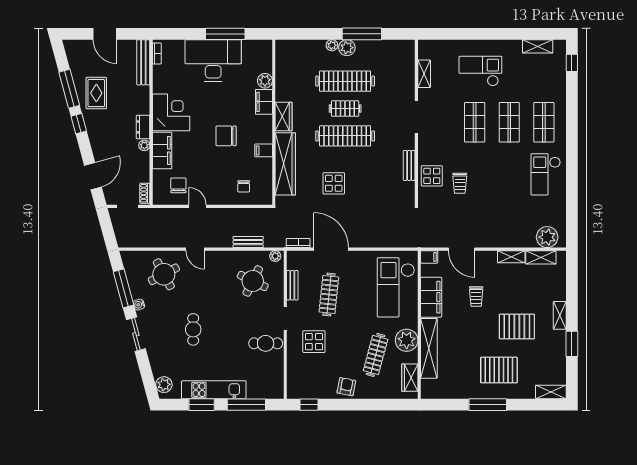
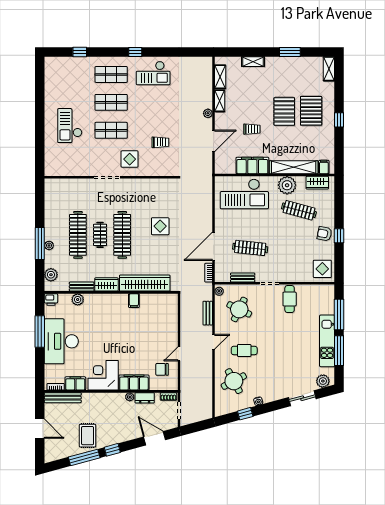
door: (105, 34) -> (40, 429), hinge flipped
window: (362, 34) -> (40, 244), moved
shelving: (538, 46) -> (50, 79), removed
printer: (265, 48) -> (51, 300), added
plant: (347, 48) -> (51, 275), moved
window: (572, 63) -> (80, 52), moved
shelving: (424, 74) -> (72, 171), removed
rug: (96, 93) -> (88, 436), turned 90
filing cabinet: (264, 102) -> (75, 383), moved, turned 180
dresser: (143, 127) -> (145, 398), moved
chair: (226, 136) -> (122, 331), removed
window: (572, 152) -> (135, 52), added
bench: (409, 165) -> (82, 287), moved
display table: (432, 176) -> (130, 159), moved
display table: (334, 183) -> (160, 226), moved
chair: (244, 186) -> (163, 317), removed
plant: (547, 237) -> (208, 113), moved, width x0.53, depth x0.53
door: (195, 249) -> (214, 342), moved
filing cabinet: (429, 257) -> (324, 167), moved
window: (123, 288) -> (245, 414), width x0.46
shelving: (560, 315) -> (253, 62), moved
pallet: (517, 326) -> (284, 111), moved
cafe table: (193, 329) -> (244, 350), moved
sliding door: (136, 334) -> (302, 398), moved
display table: (314, 342) -> (322, 269), moved
window: (202, 405) -> (339, 351), width x1.44
window: (309, 405) -> (339, 236), moved
window: (488, 405) -> (339, 120), width x0.46

